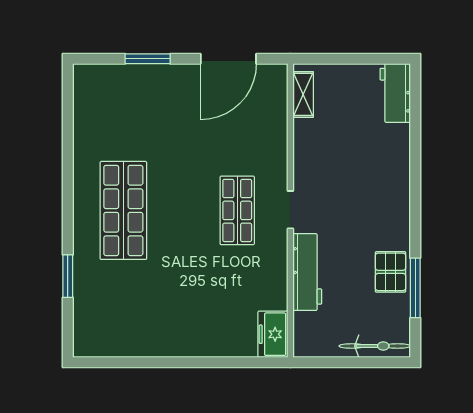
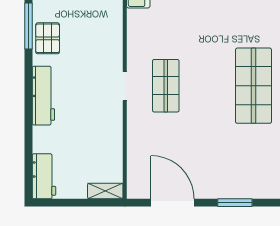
door: (228, 59) -> (173, 203), hinge flipped
shelving: (303, 94) -> (105, 191), moved, turned 90
workbench: (307, 272) -> (43, 96), moved, turned 180

